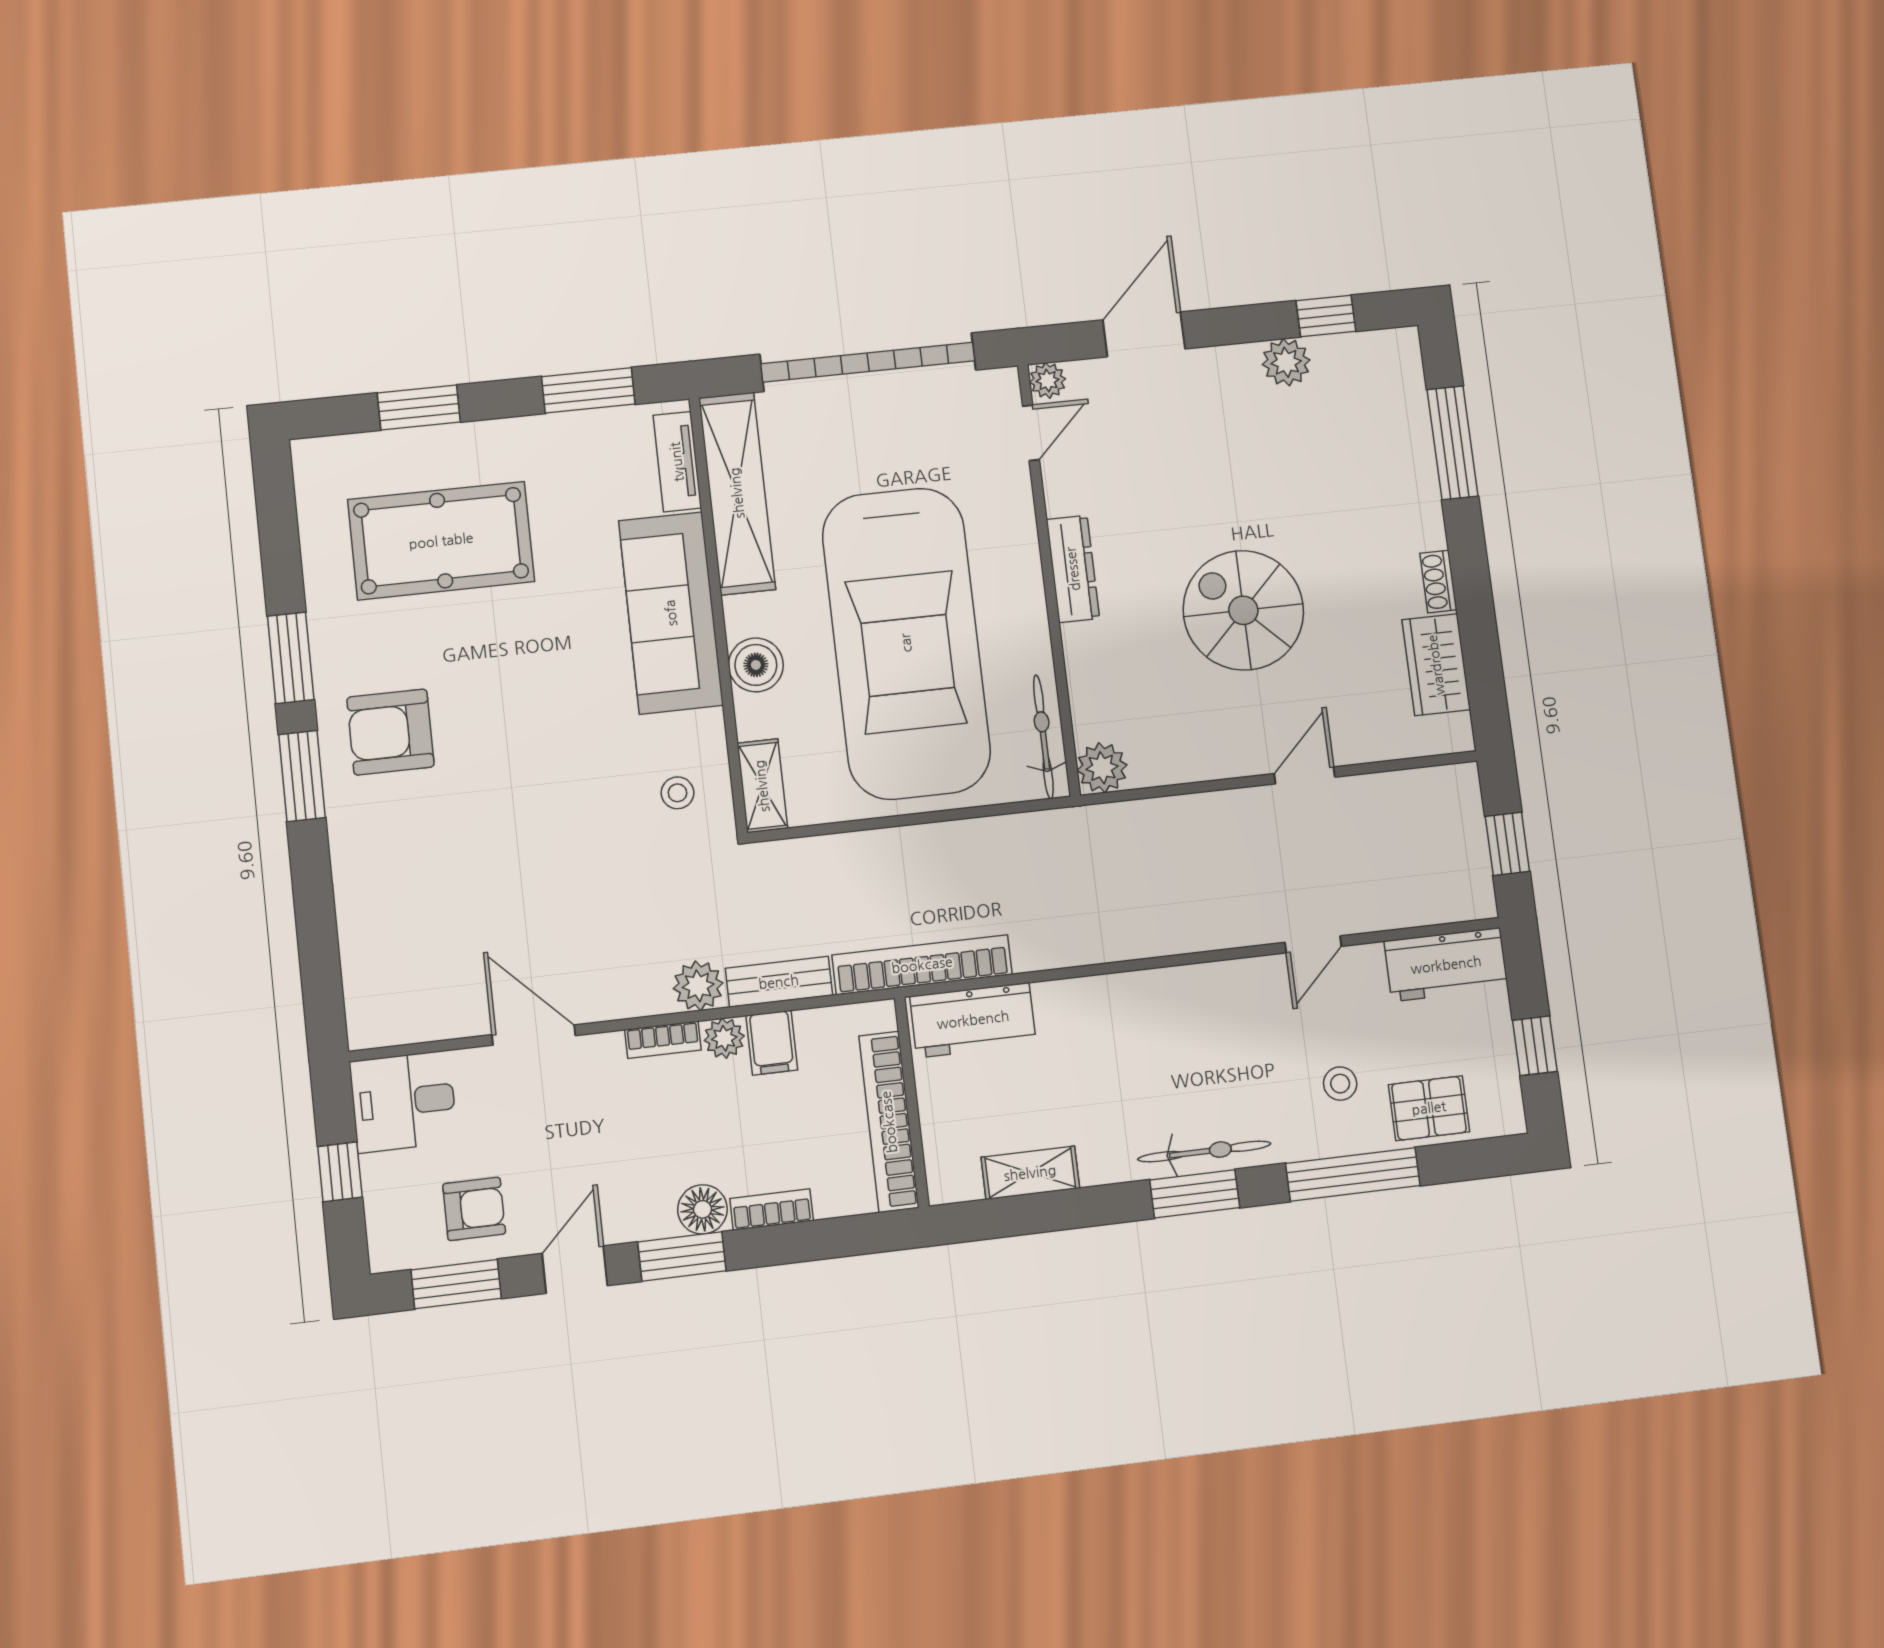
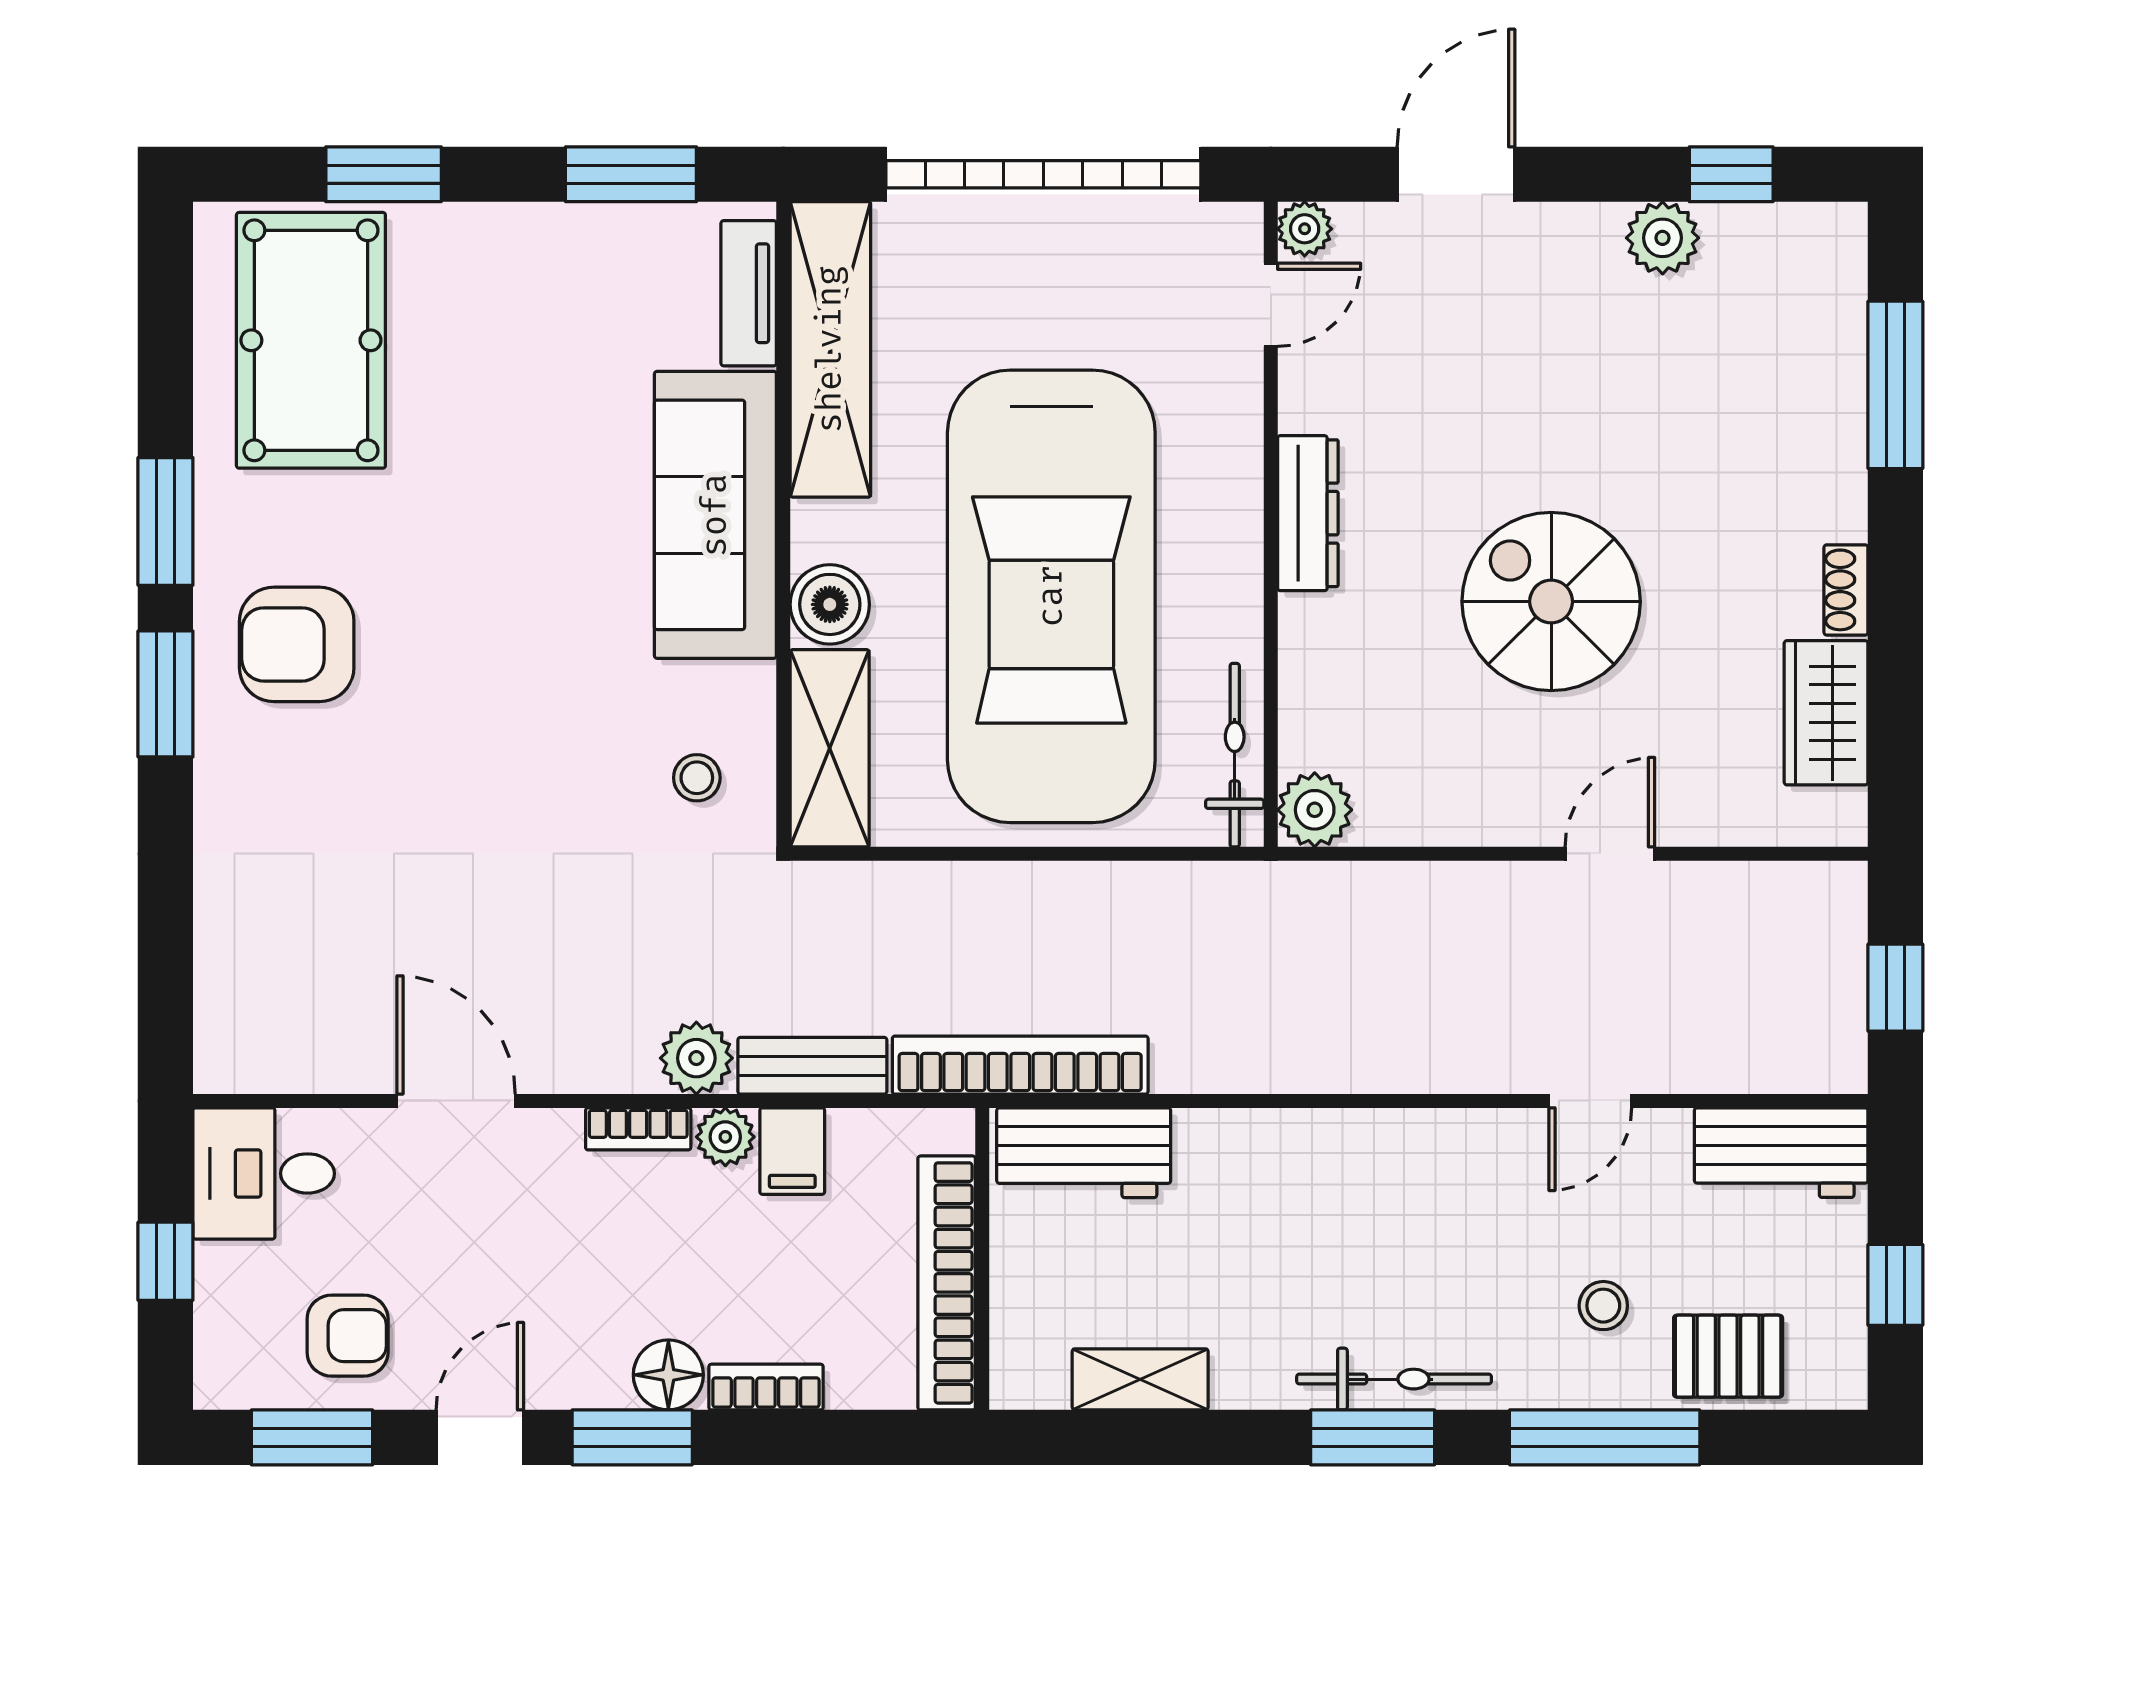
pool table: (441, 541) -> (311, 340), moved, turned 90
shelving: (762, 786) -> (830, 748), width x1.50, depth x1.33

